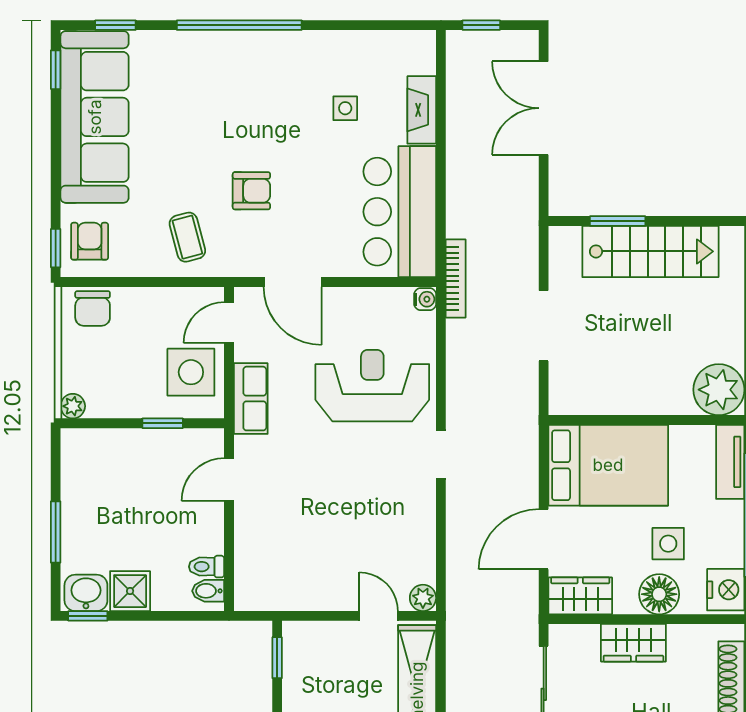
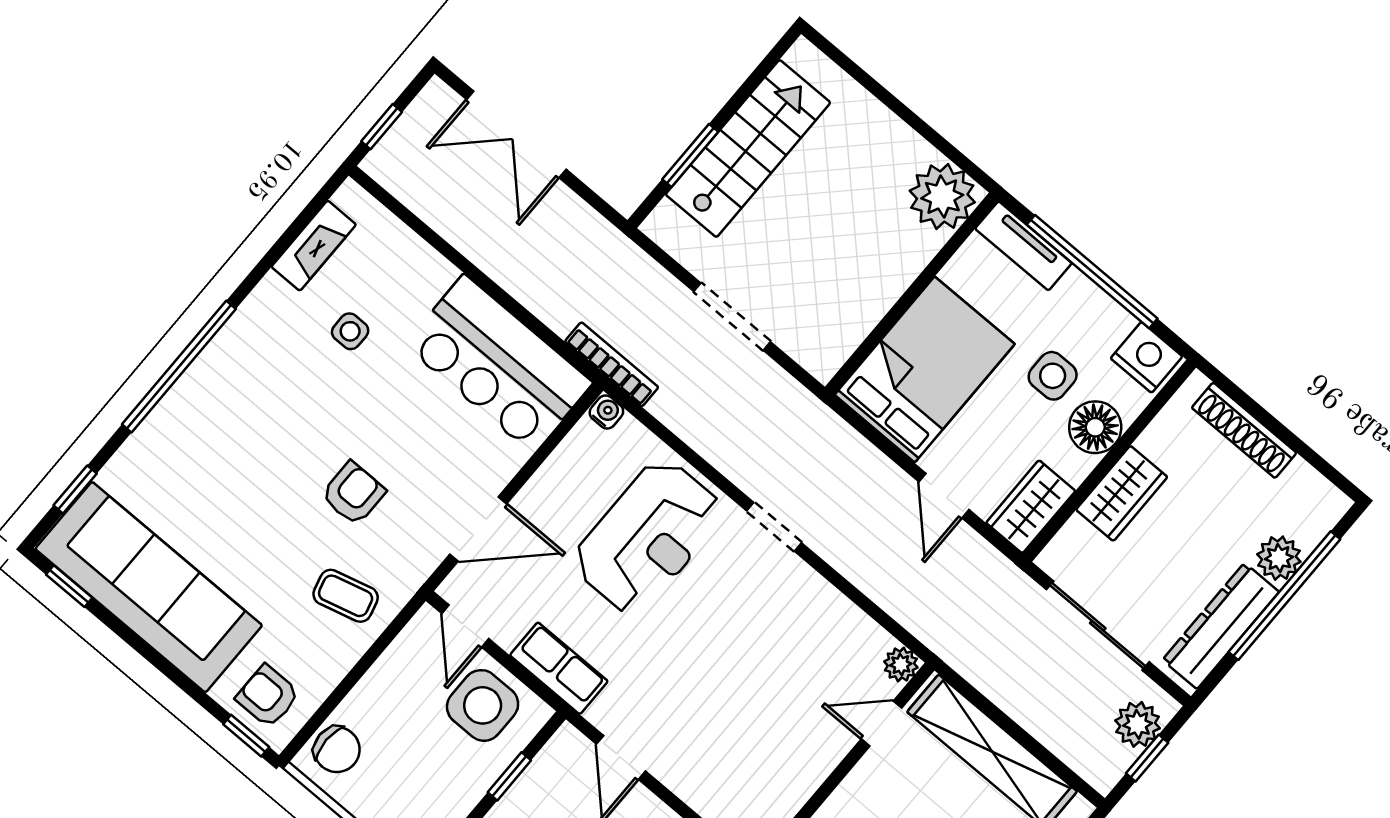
fireplace: (422, 110) -> (314, 246), moved, turned -90
reception desk: (372, 386) -> (648, 537), turned 180
door: (544, 539) -> (944, 496), width x0.73

